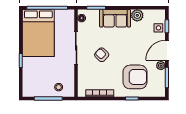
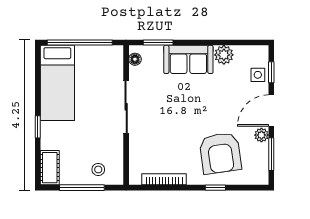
bed: (38, 33) -> (57, 83), width x0.67
armchair: (102, 55) -> (167, 118), removed
armchair: (135, 77) -> (220, 153), turned 82
cot: (28, 86) -> (50, 168), added

